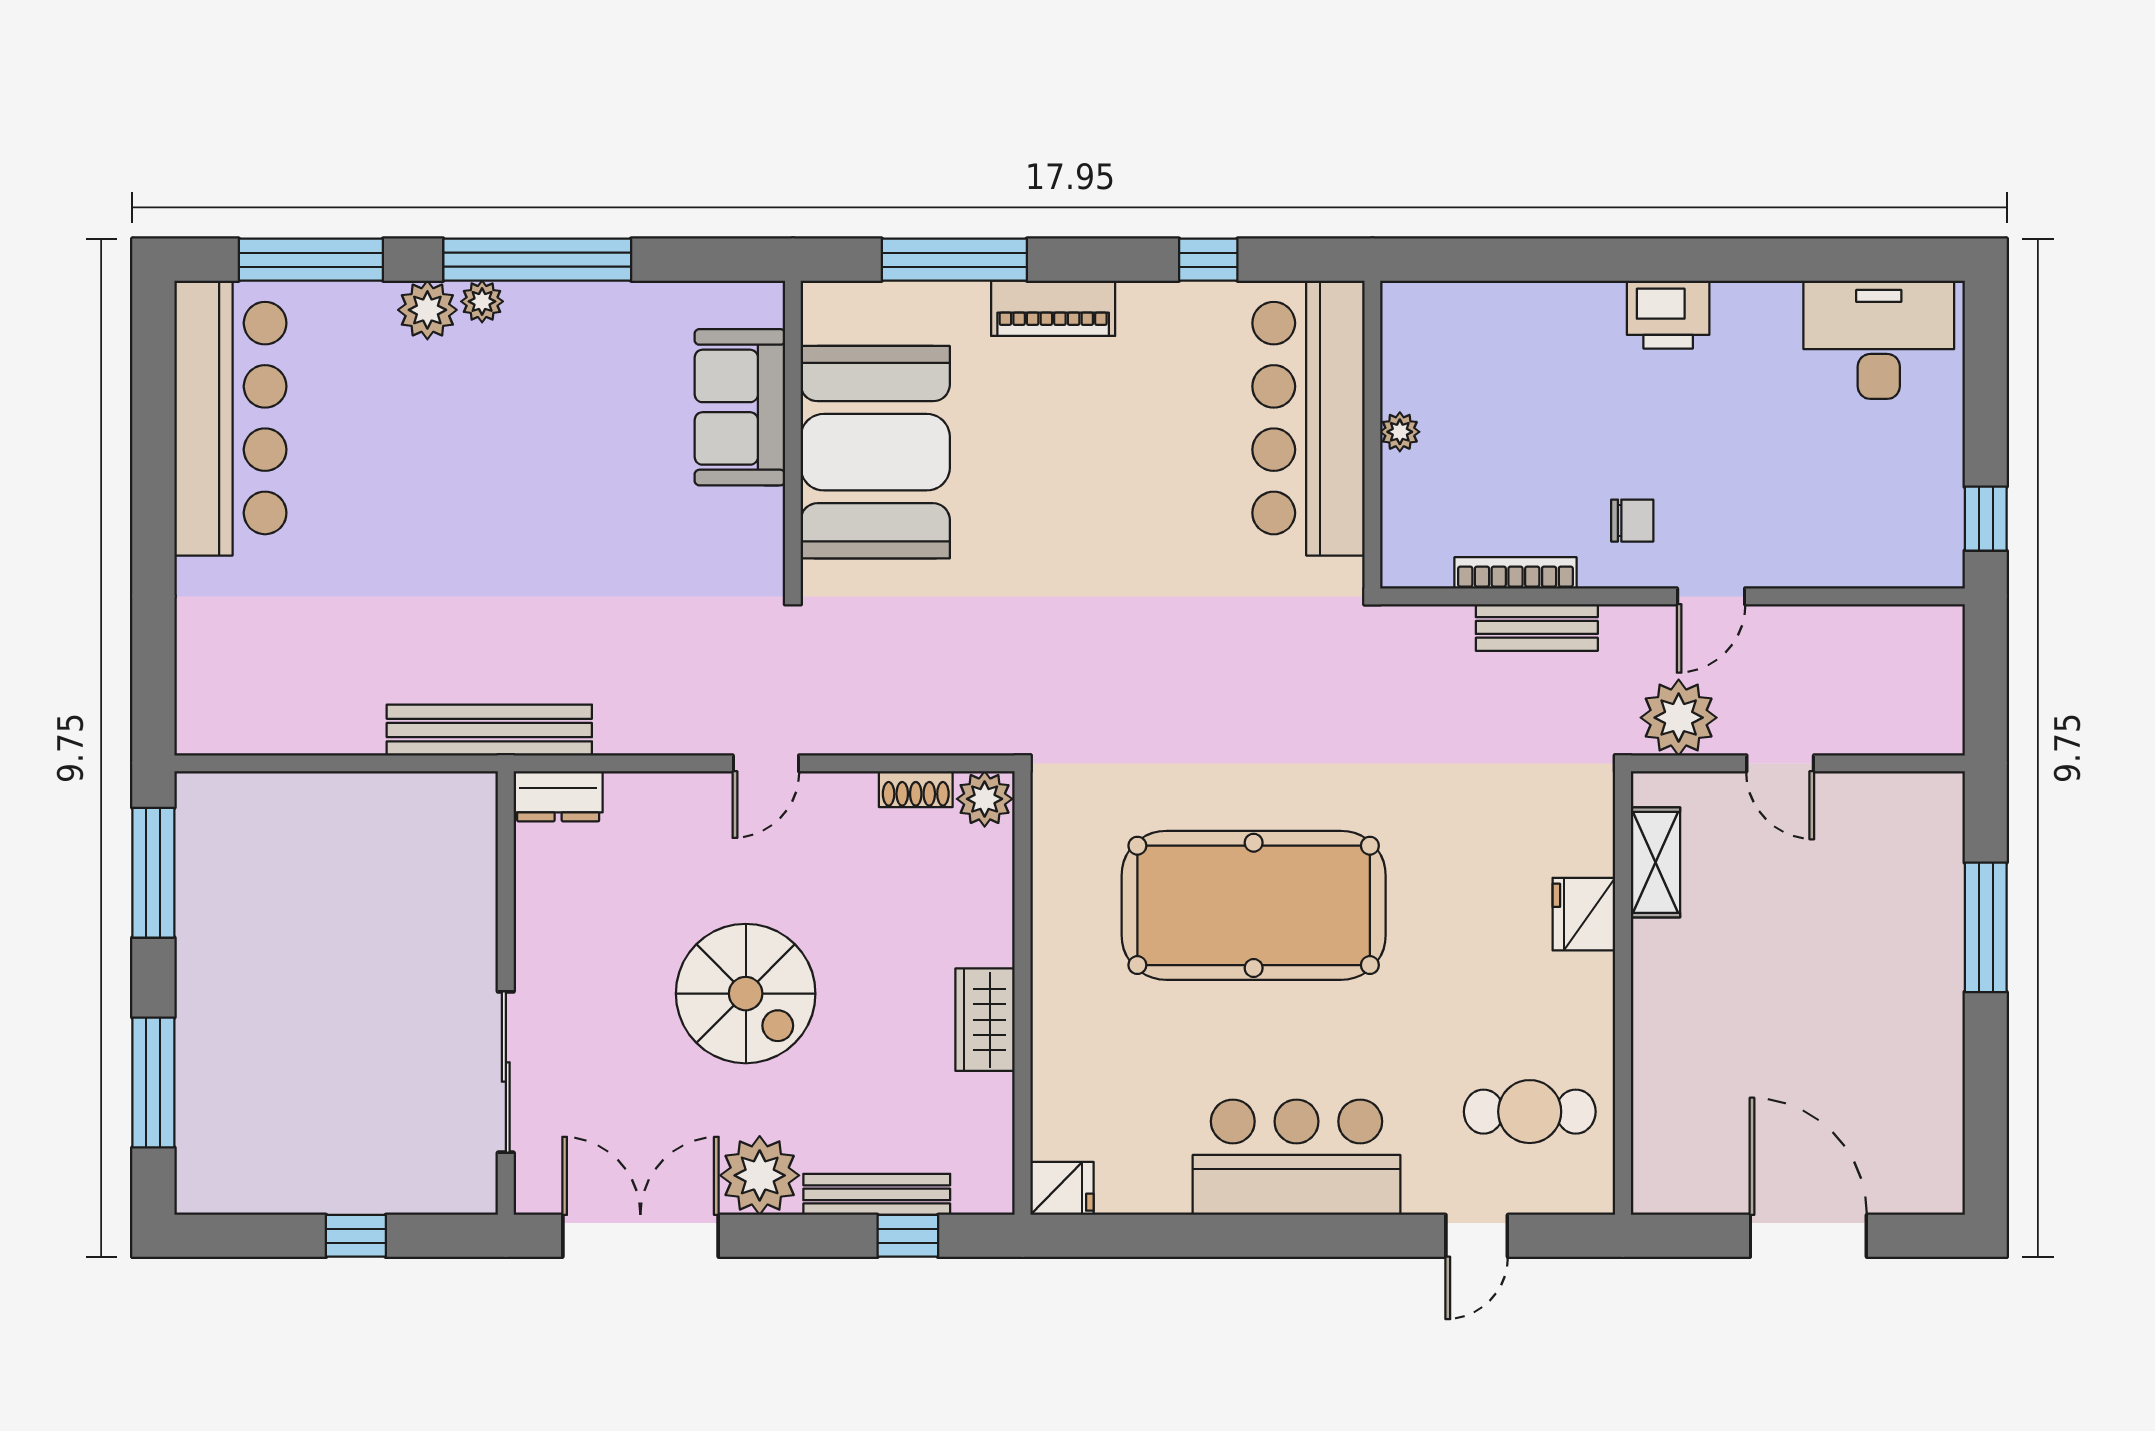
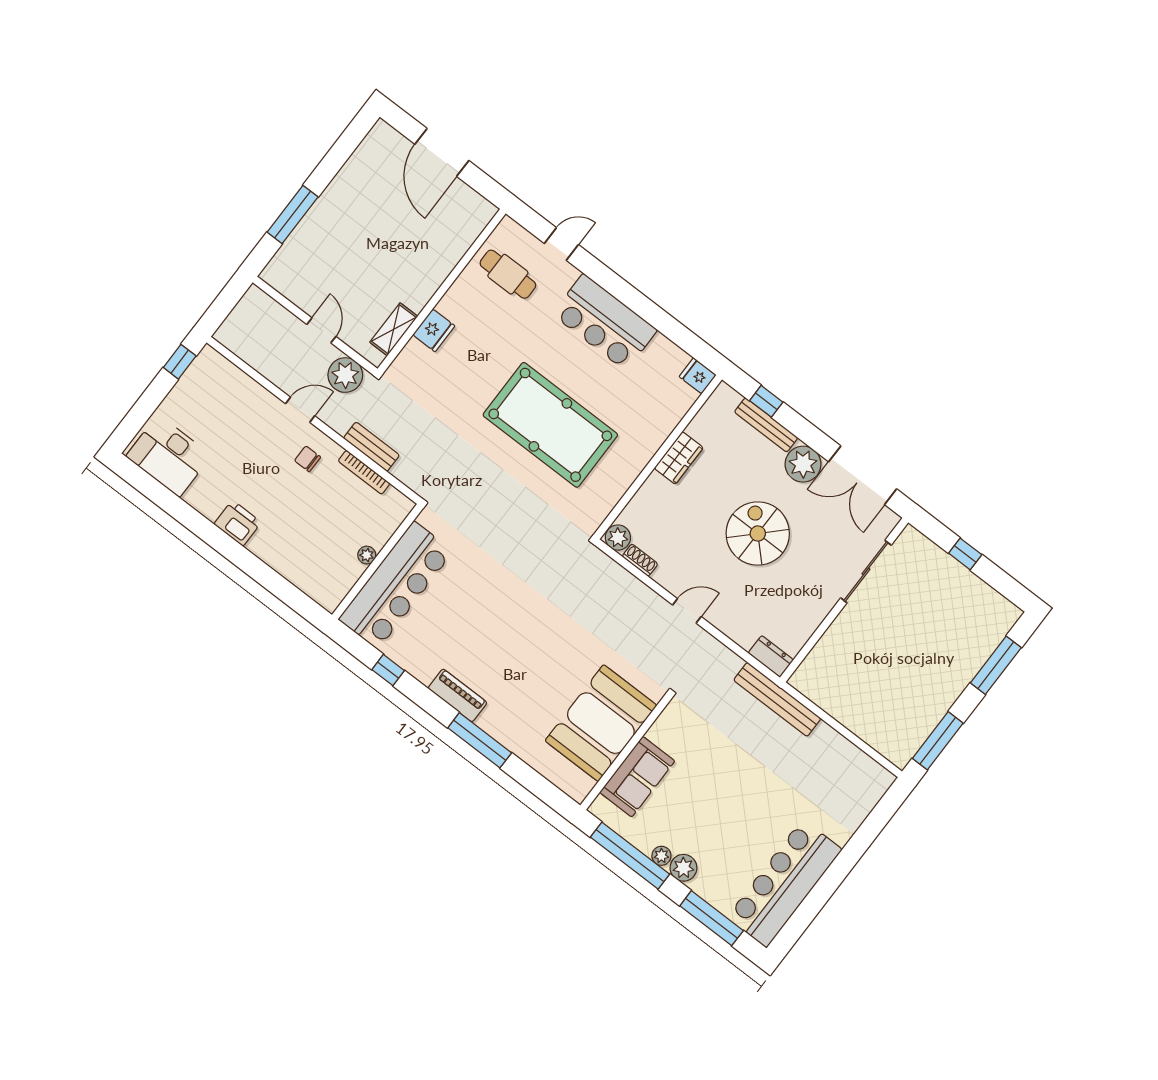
sofa: (740, 407) -> (637, 777), moved
wall: (793, 435) -> (626, 752), moved
booth: (875, 452) -> (601, 723), moved

